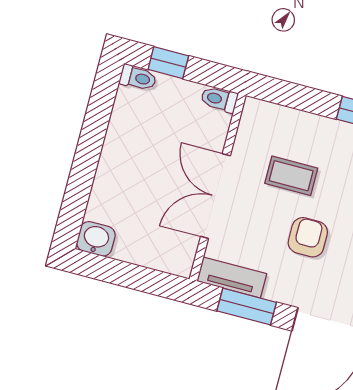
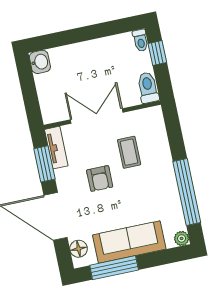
toilet: (219, 99) -> (148, 88), width x1.37, depth x1.39
armchair: (308, 237) -> (100, 178), turned 90

